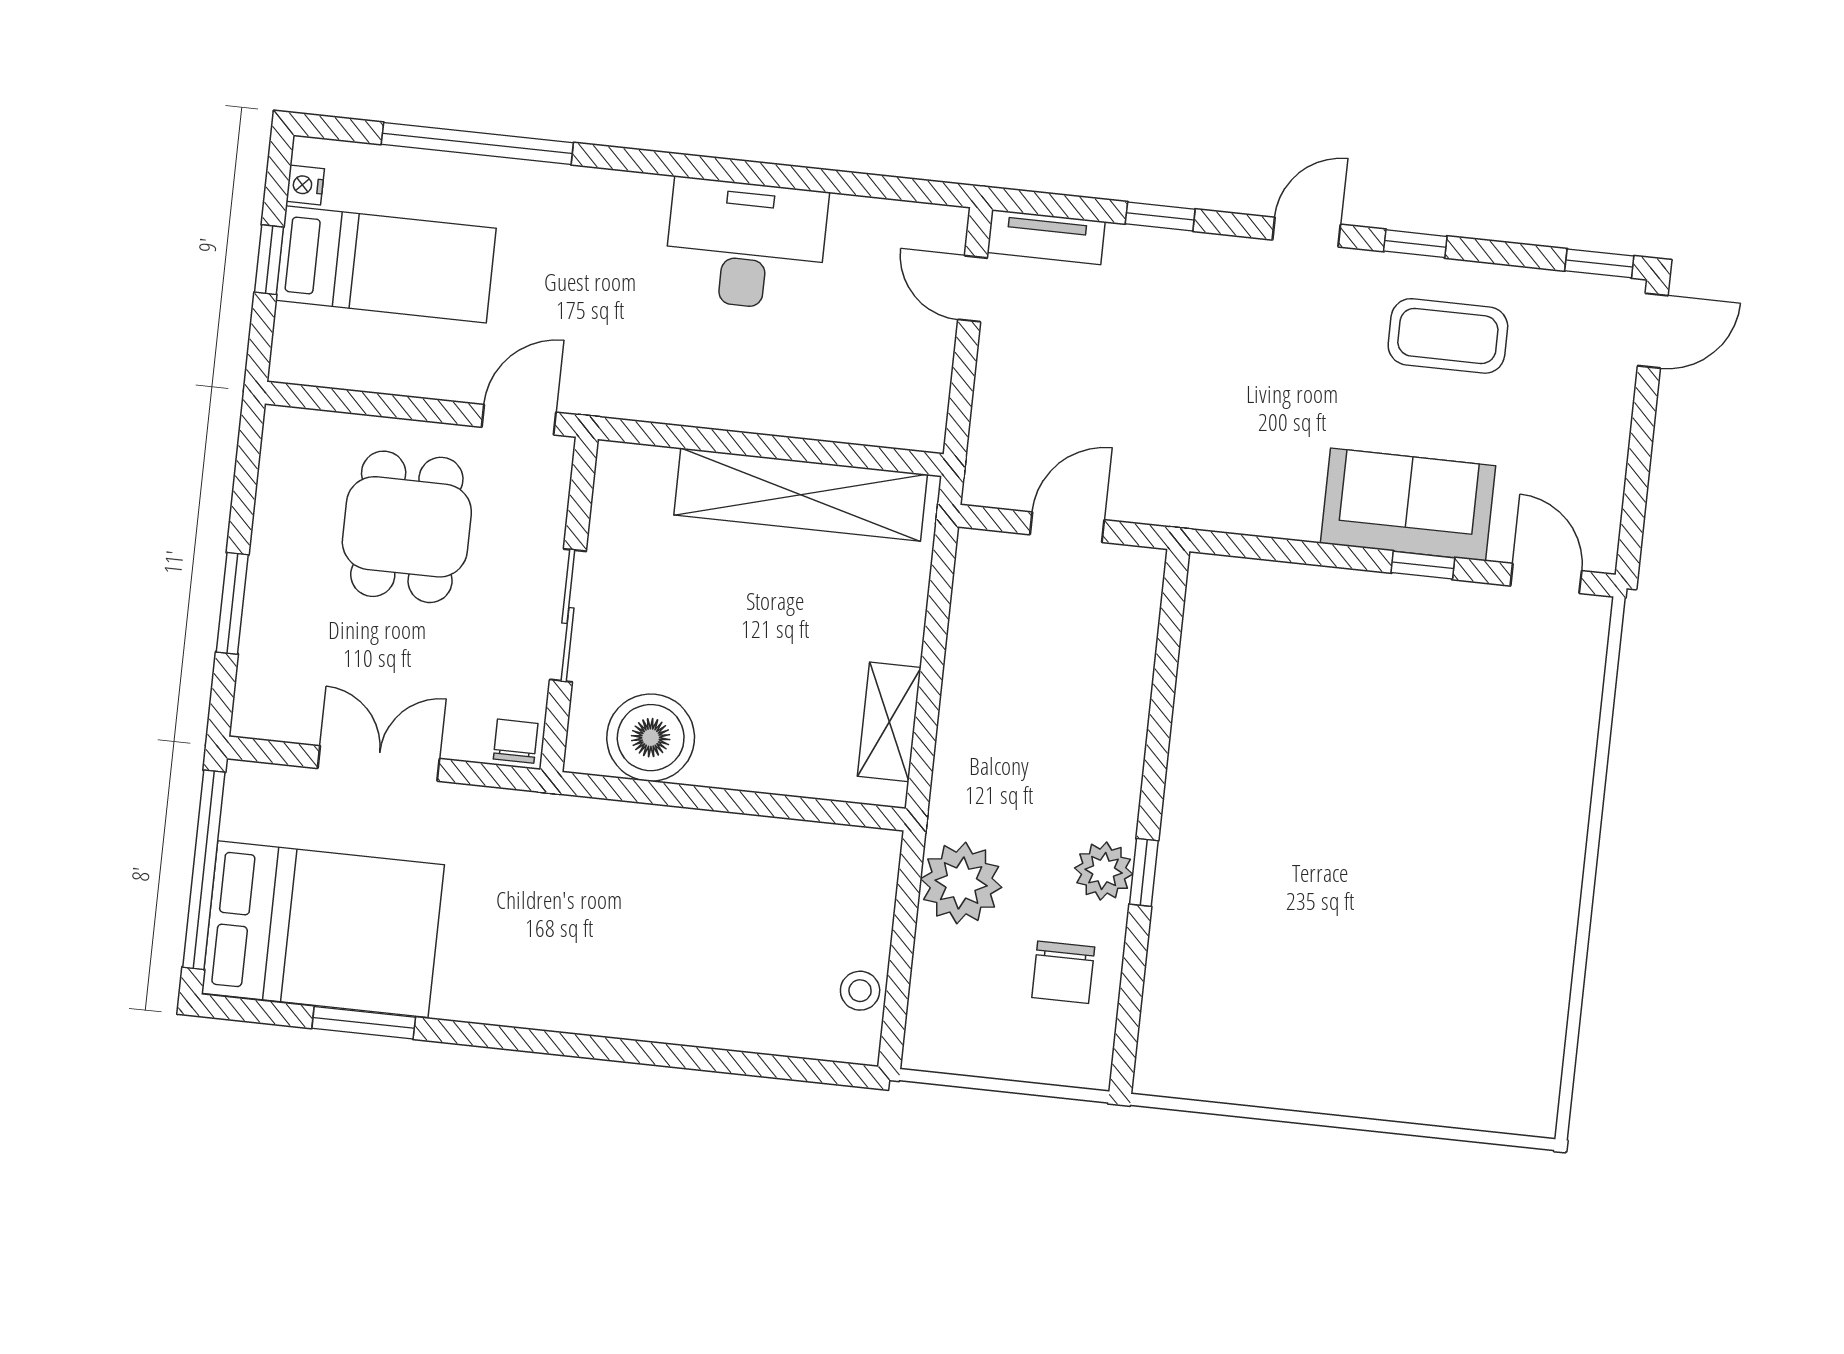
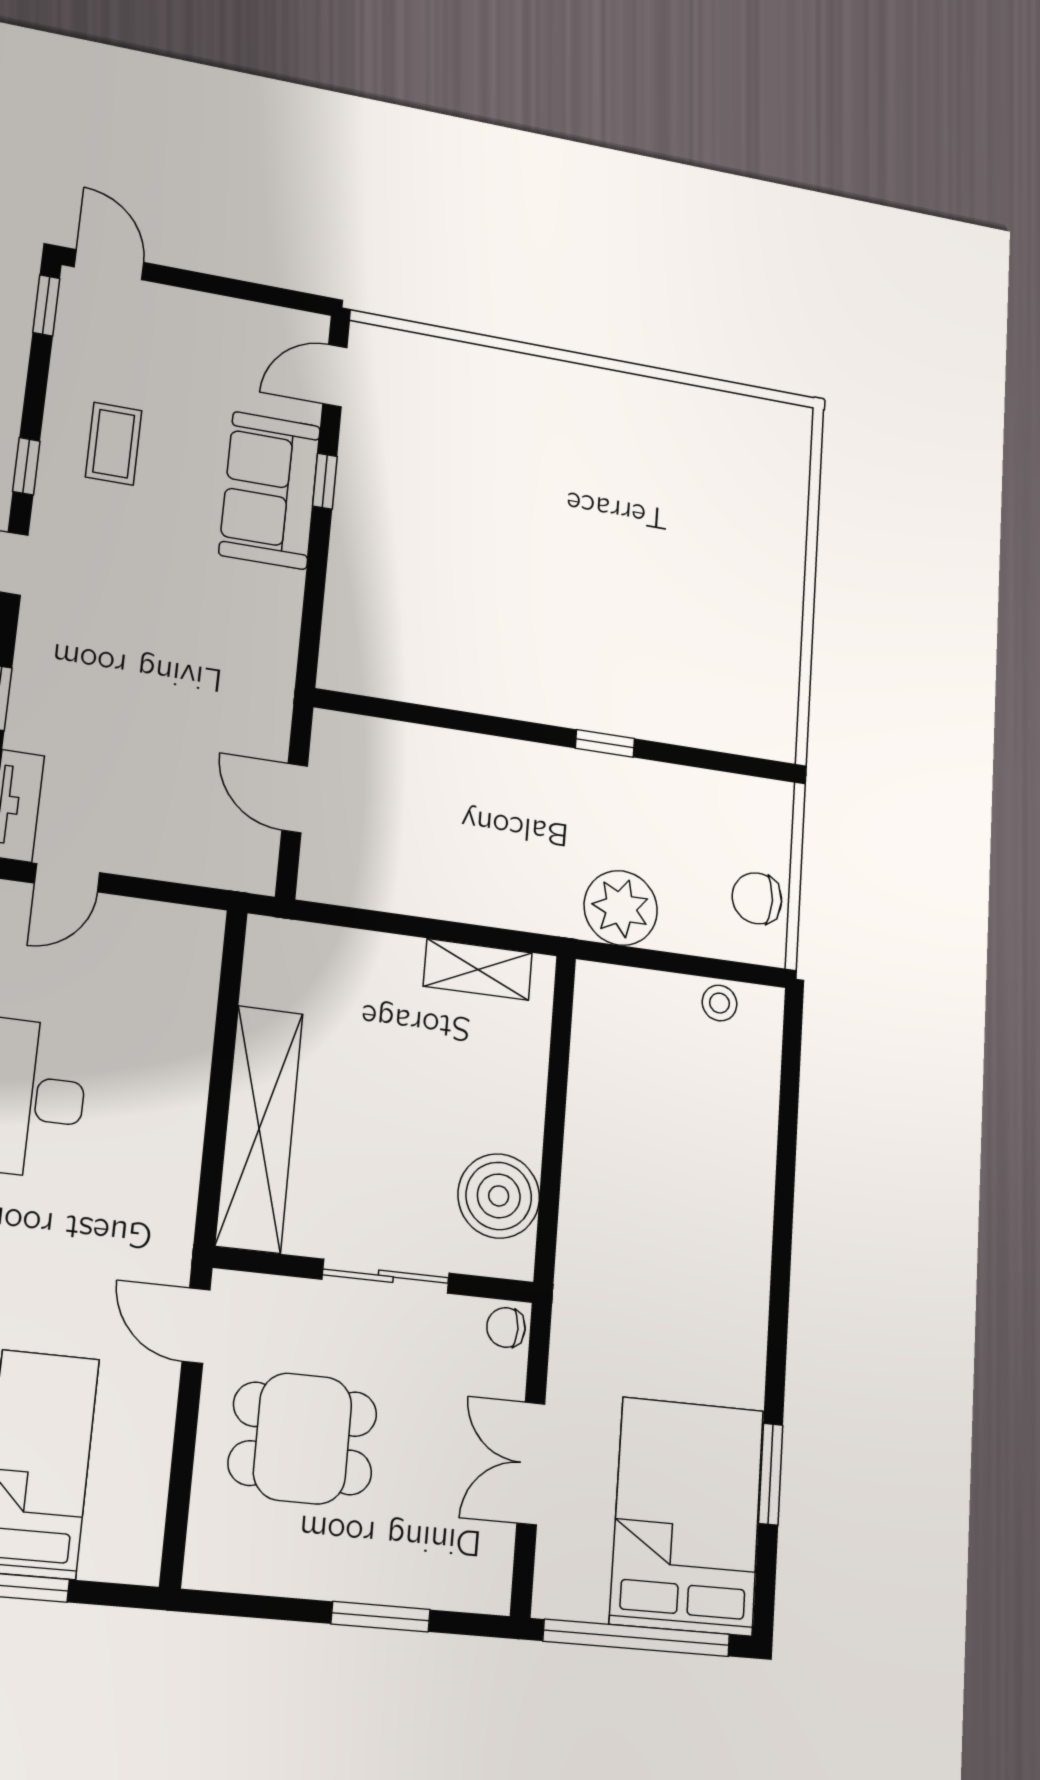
coffee table: (1448, 336) -> (114, 444), width x0.73, depth x0.77
shelving: (801, 495) -> (259, 1129), moved
plant: (1104, 871) -> (605, 779), removed
chair: (1063, 972) -> (757, 898), moved, turned 180

